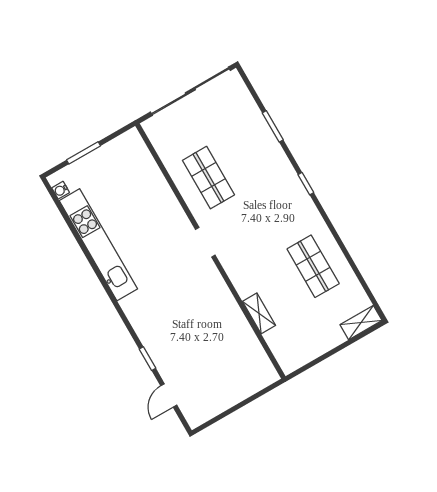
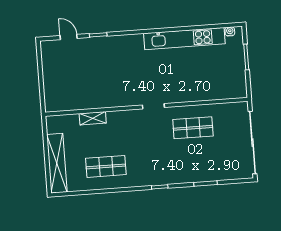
shelving: (361, 323) -> (57, 163), width x2.20, depth x1.33

